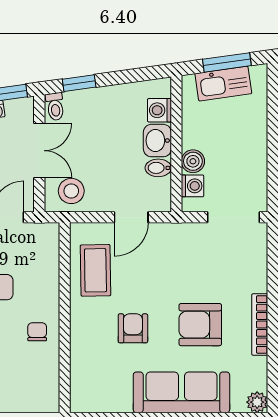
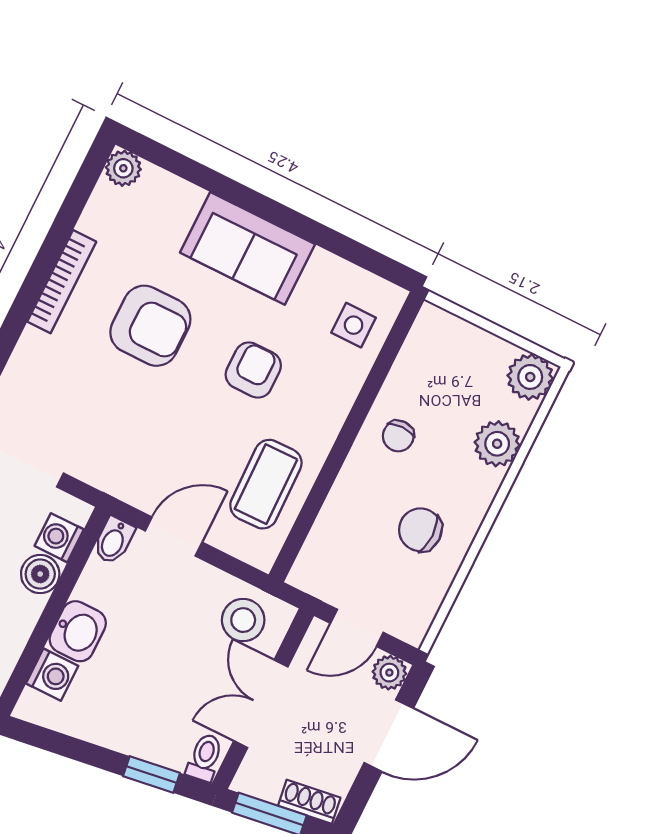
bidet: (158, 168) -> (114, 540), moved, turned 90
armchair: (133, 328) -> (253, 370), turned 180
side table: (91, 379) -> (354, 325), added
sofa: (181, 392) -> (247, 248), width x0.73

